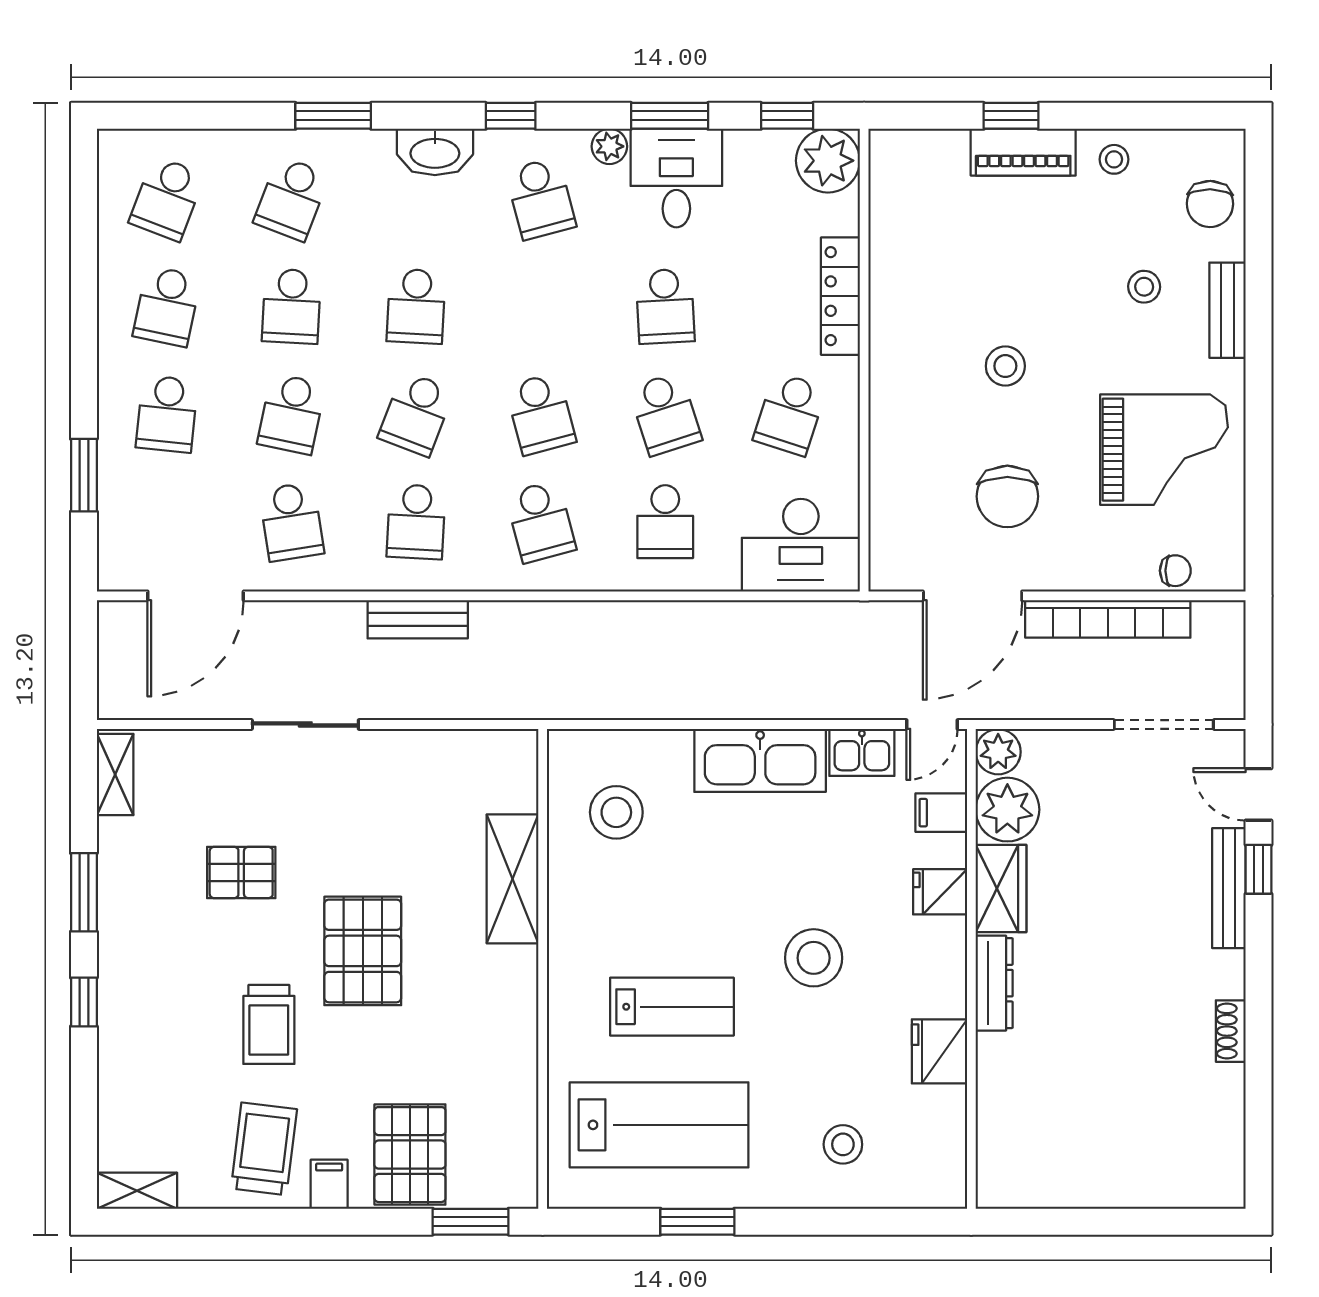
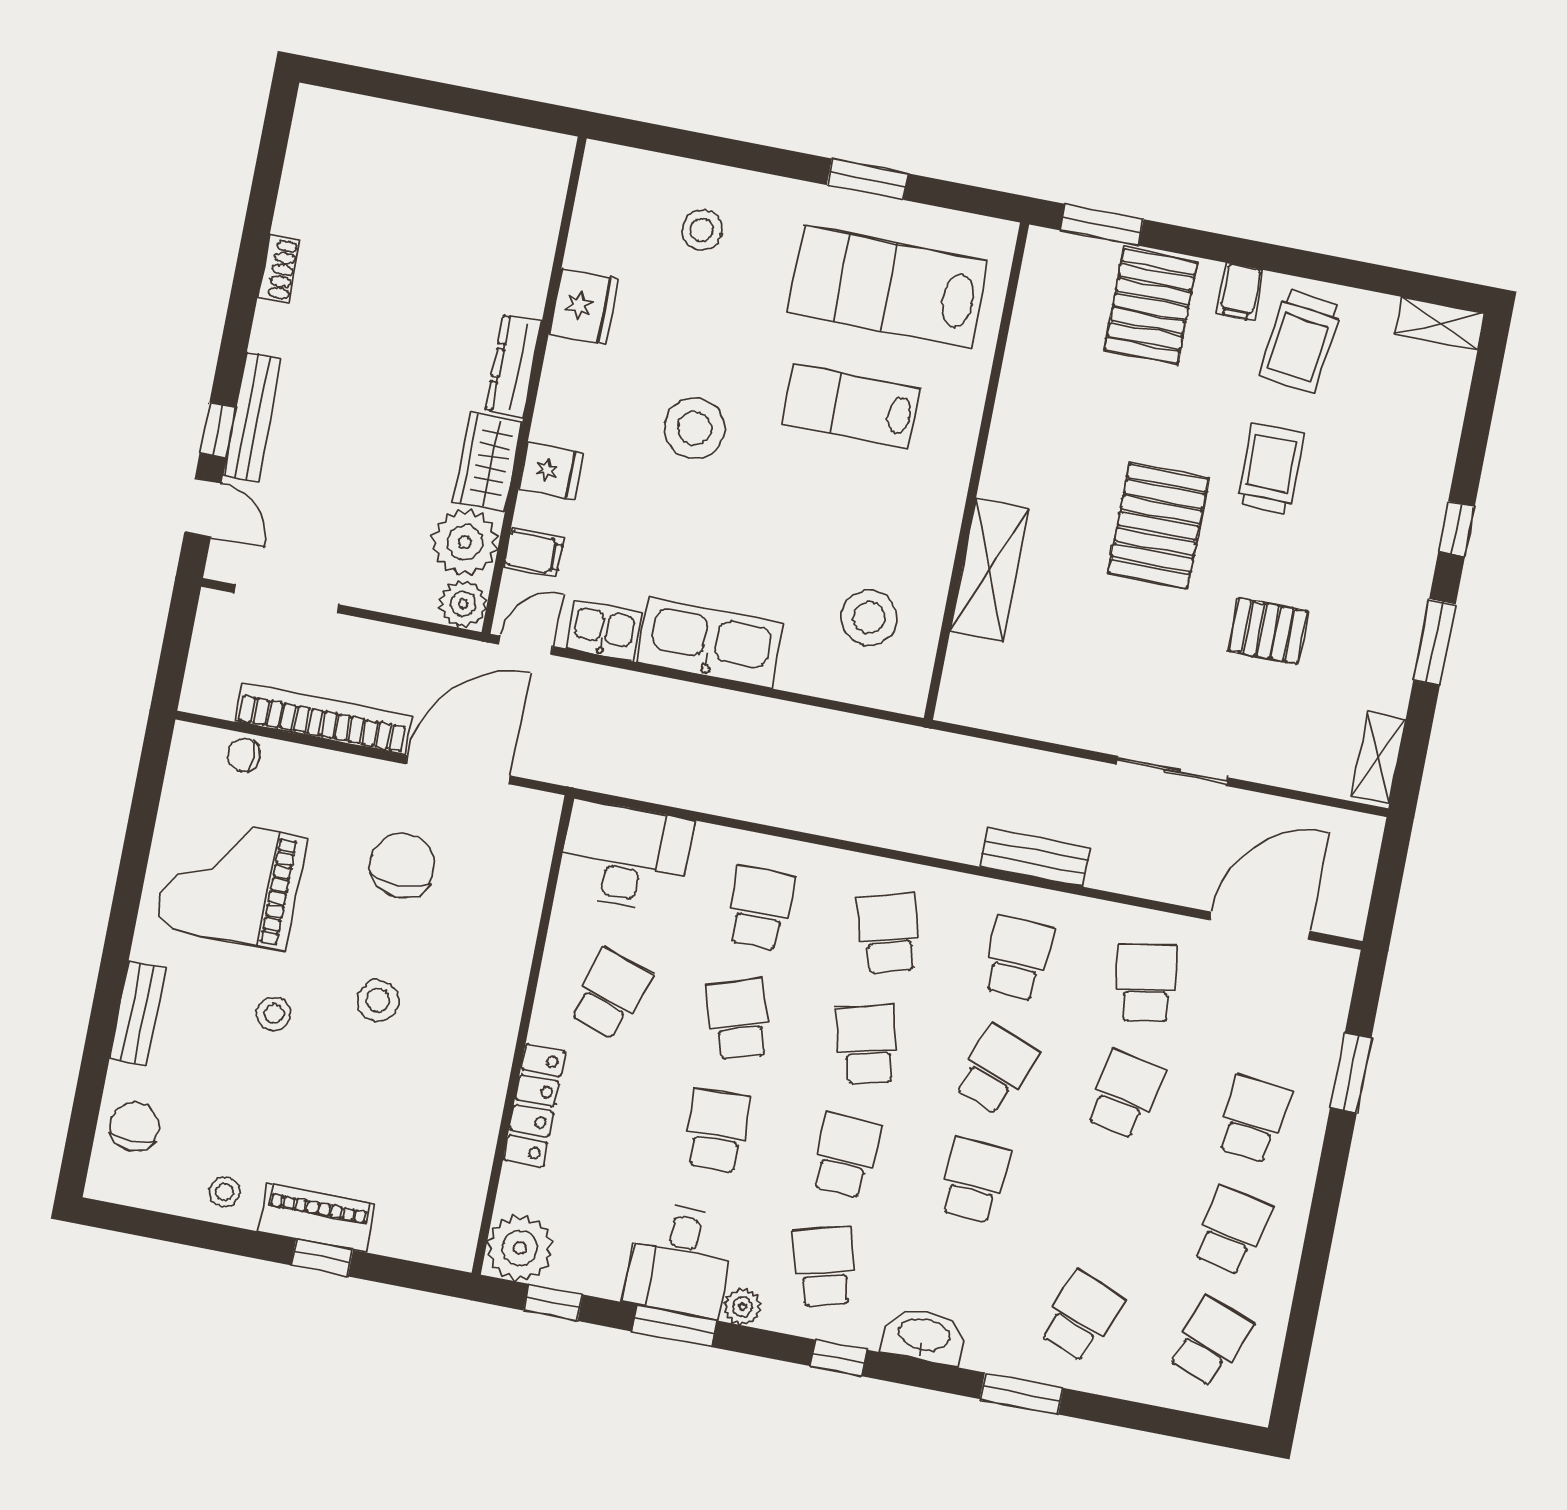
stool: (1144, 287) -> (274, 1014), moved
school desk: (291, 306) -> (846, 1155), moved

